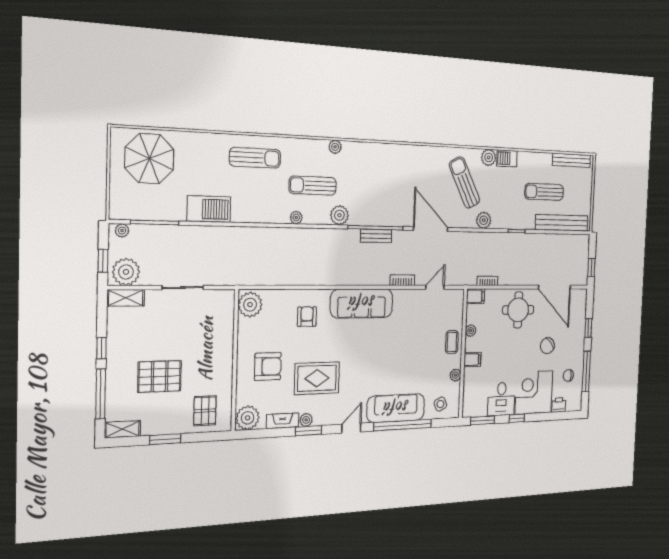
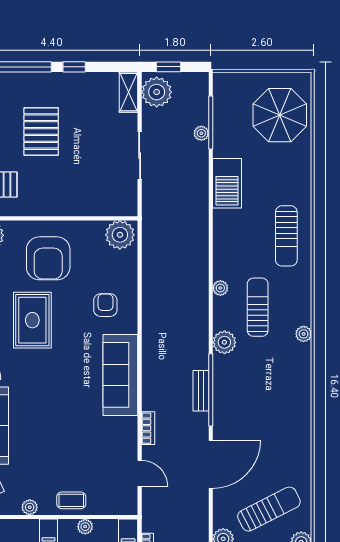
plant: (122, 230) -> (201, 133), moved
armchair: (307, 317) -> (105, 305), turned -90
armchair: (268, 366) -> (48, 258), width x1.36, depth x1.36

